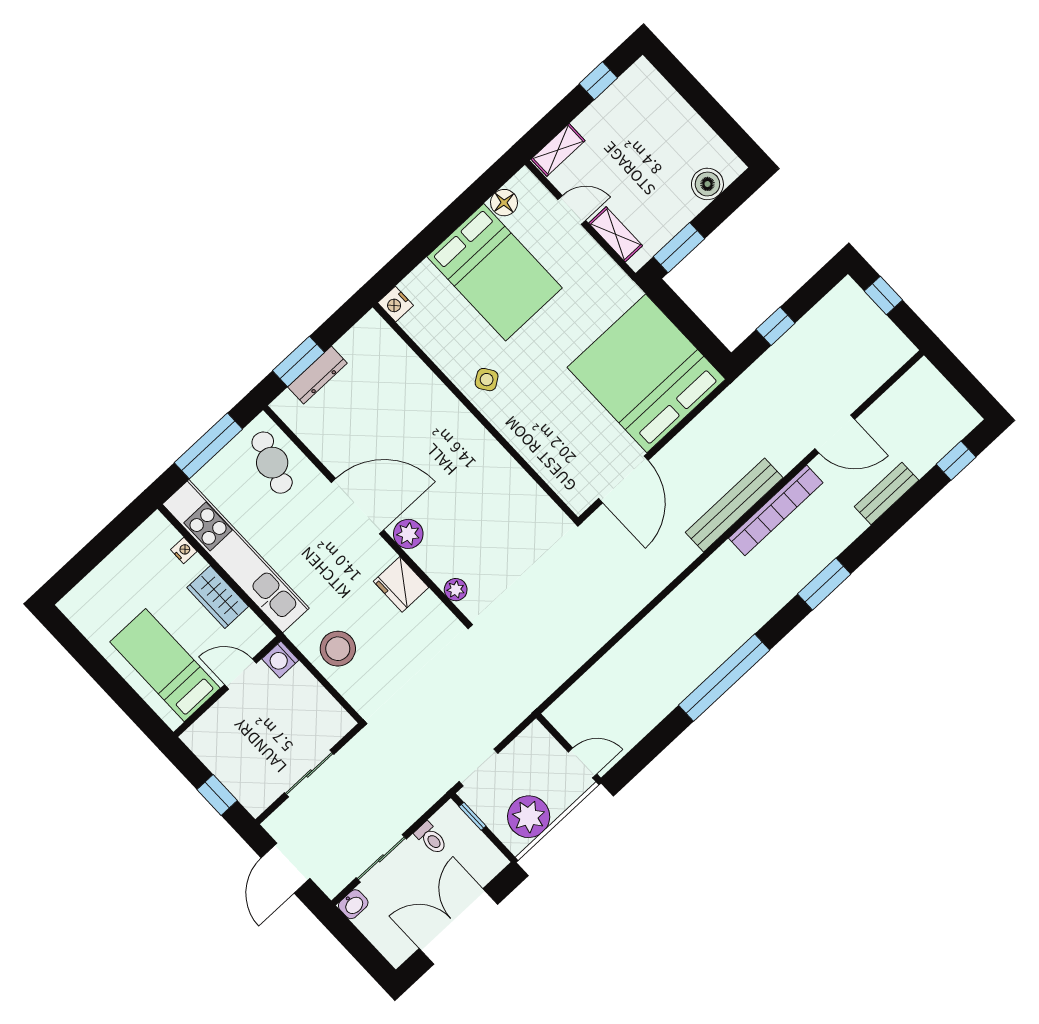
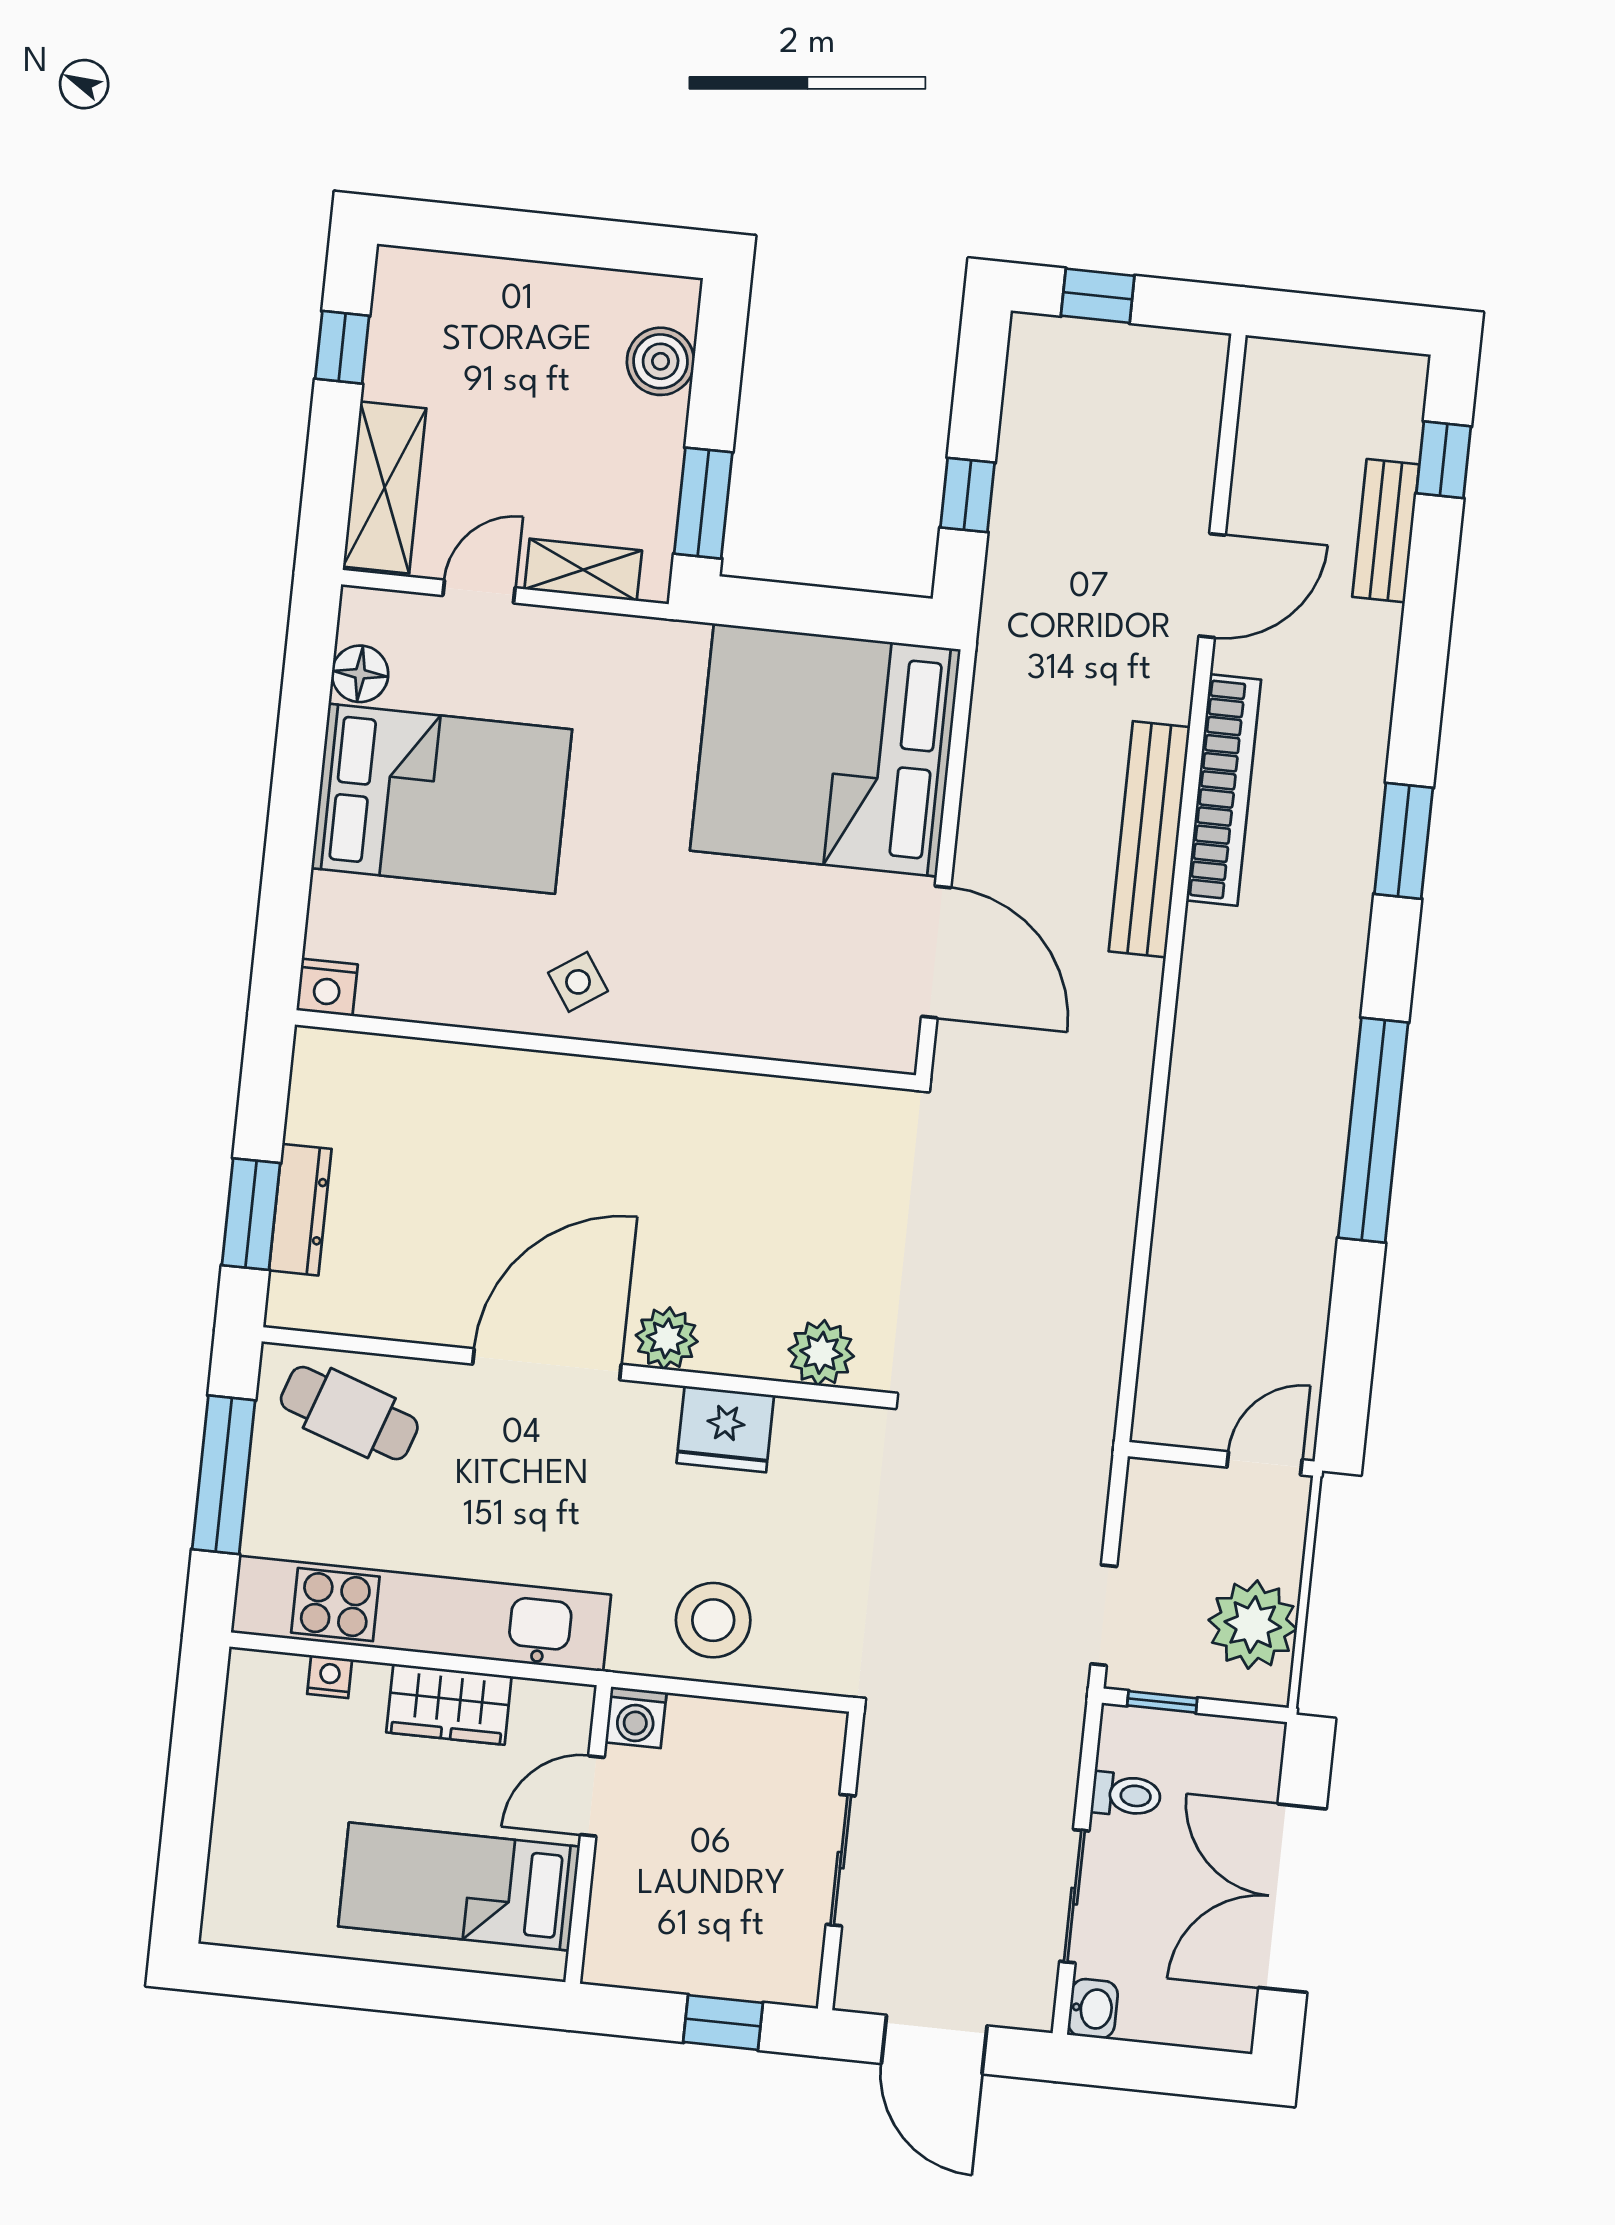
shelving: (558, 150) -> (385, 488), width x1.50, depth x1.33
bench: (886, 493) -> (1386, 531), moved
plant: (456, 590) -> (821, 1353), width x1.38, depth x1.38

